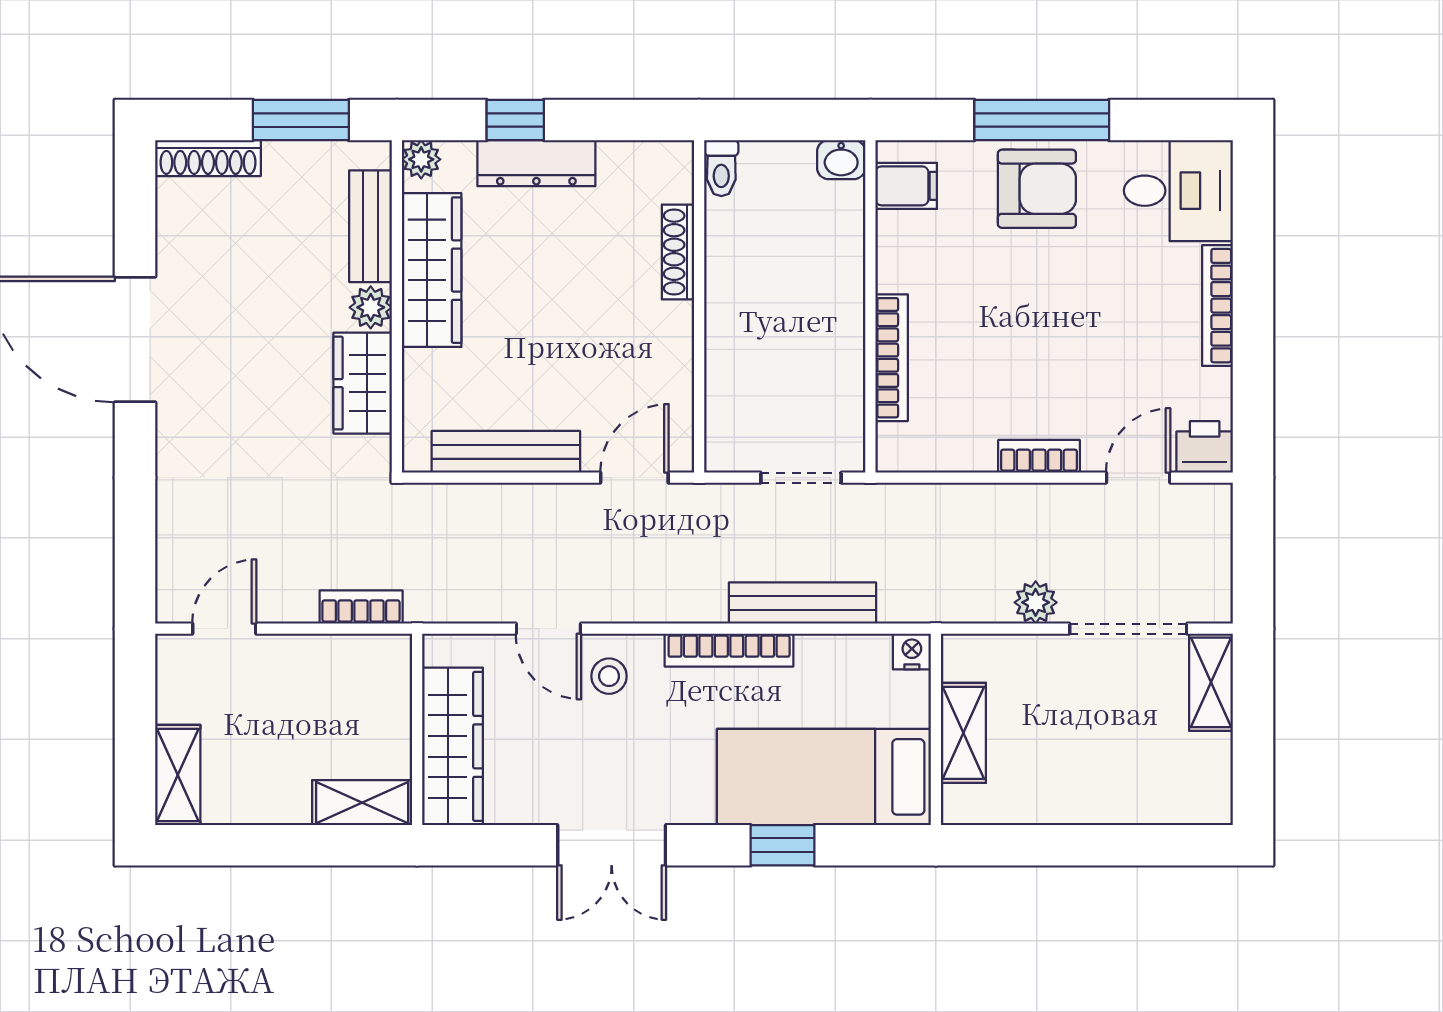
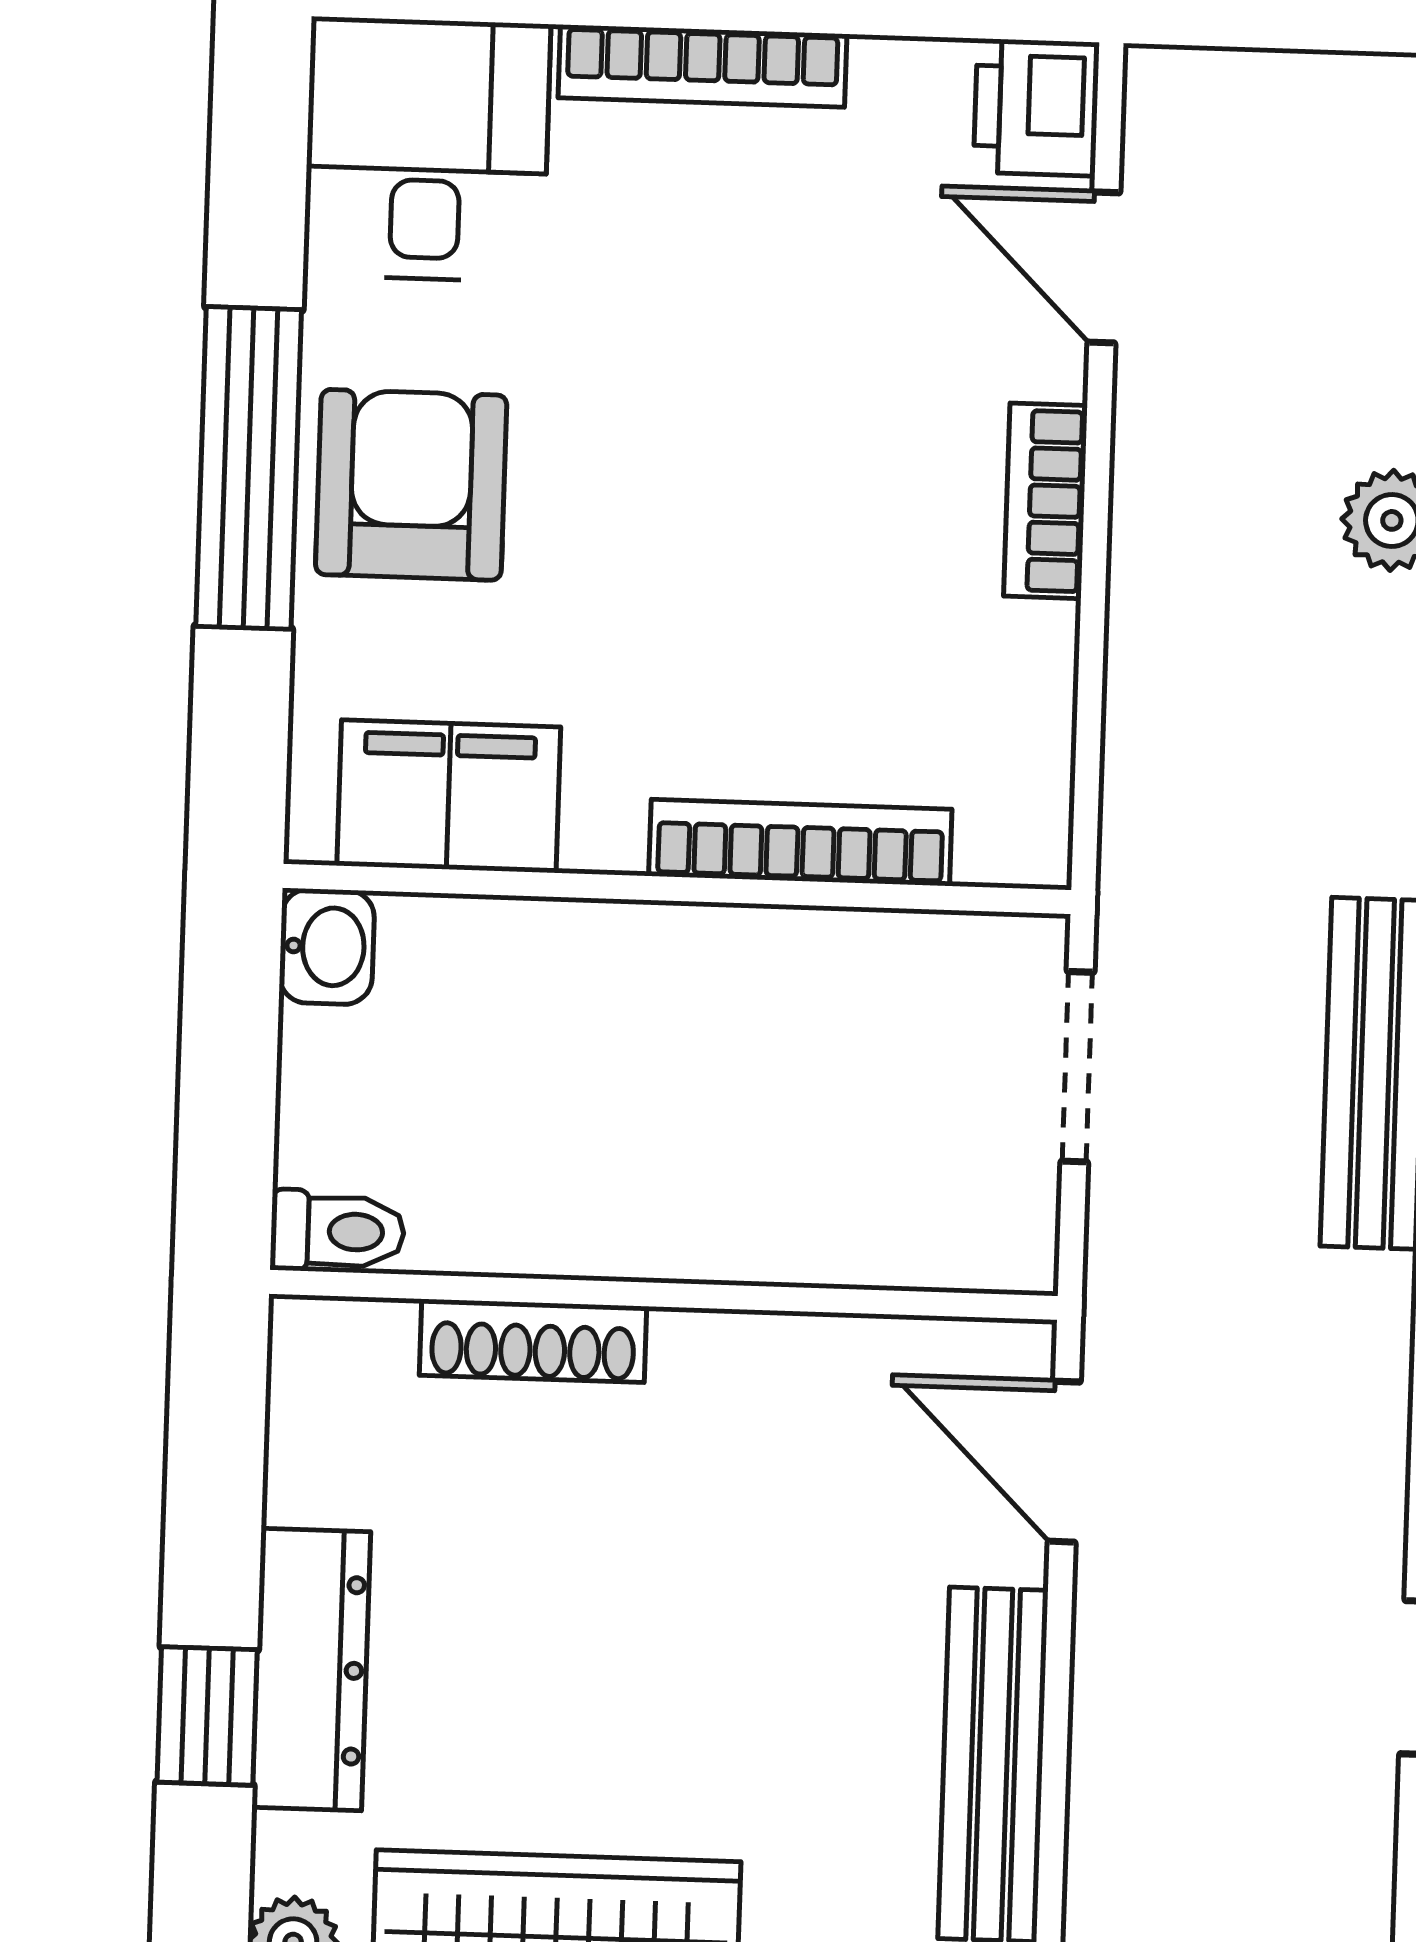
filing cabinet: (906, 186) -> (449, 796), width x2.00

